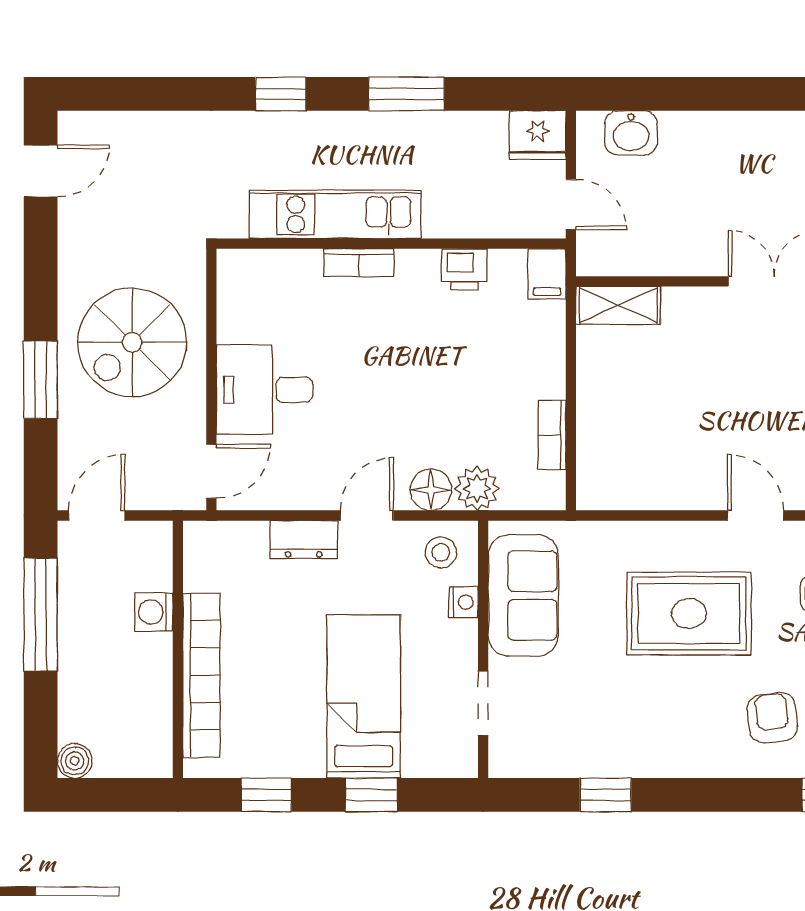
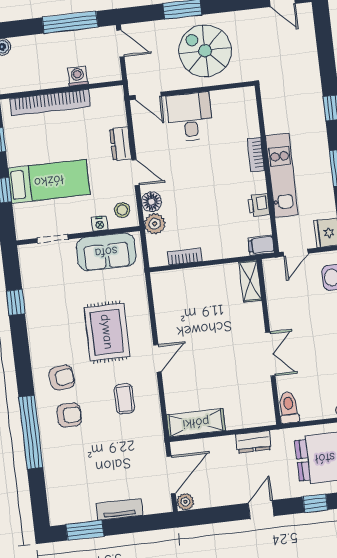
kitchen unit: (335, 214) -> (282, 175), moved

